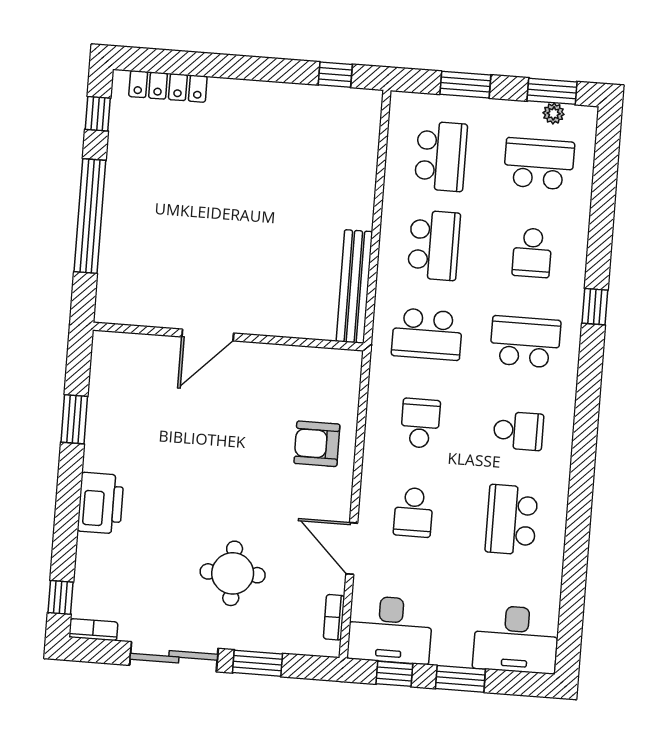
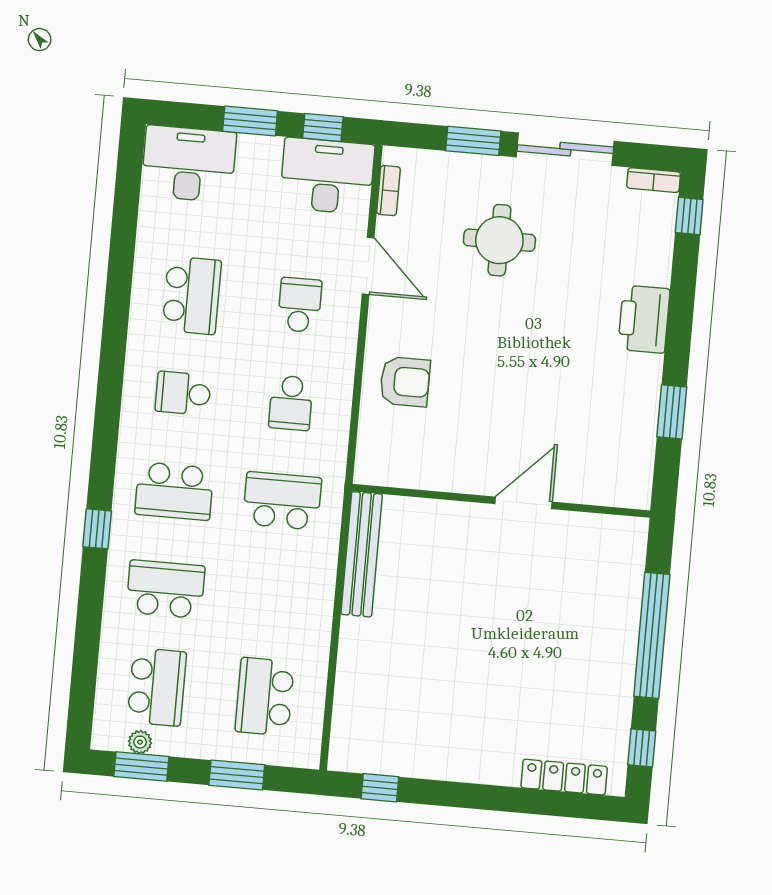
school desk: (539, 164) -> (157, 687), turned -90
school desk: (434, 245) -> (273, 599), removed
school desk: (532, 253) -> (166, 589), width x1.85

